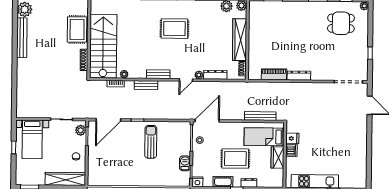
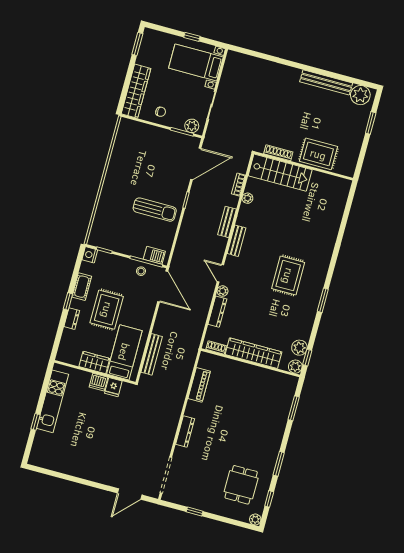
stairs: (103, 46) -> (280, 173), width x0.73, depth x0.66
dresser: (299, 76) -> (185, 432), moved
door: (108, 120) -> (196, 164), swing flipped
barbecue: (185, 163) -> (154, 255), moved

